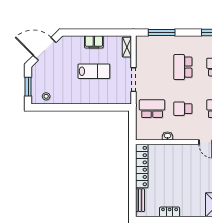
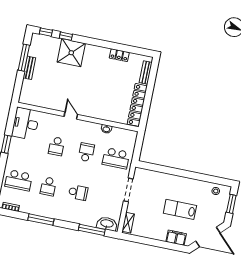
filing cabinet: (94, 42) -> (176, 238), moved
washbasin: (148, 42) -> (107, 224), added
school desk: (183, 67) -> (78, 192), width x0.54
lab bench: (94, 71) -> (180, 209), moved
school desk: (183, 109) -> (86, 152), turned -90

